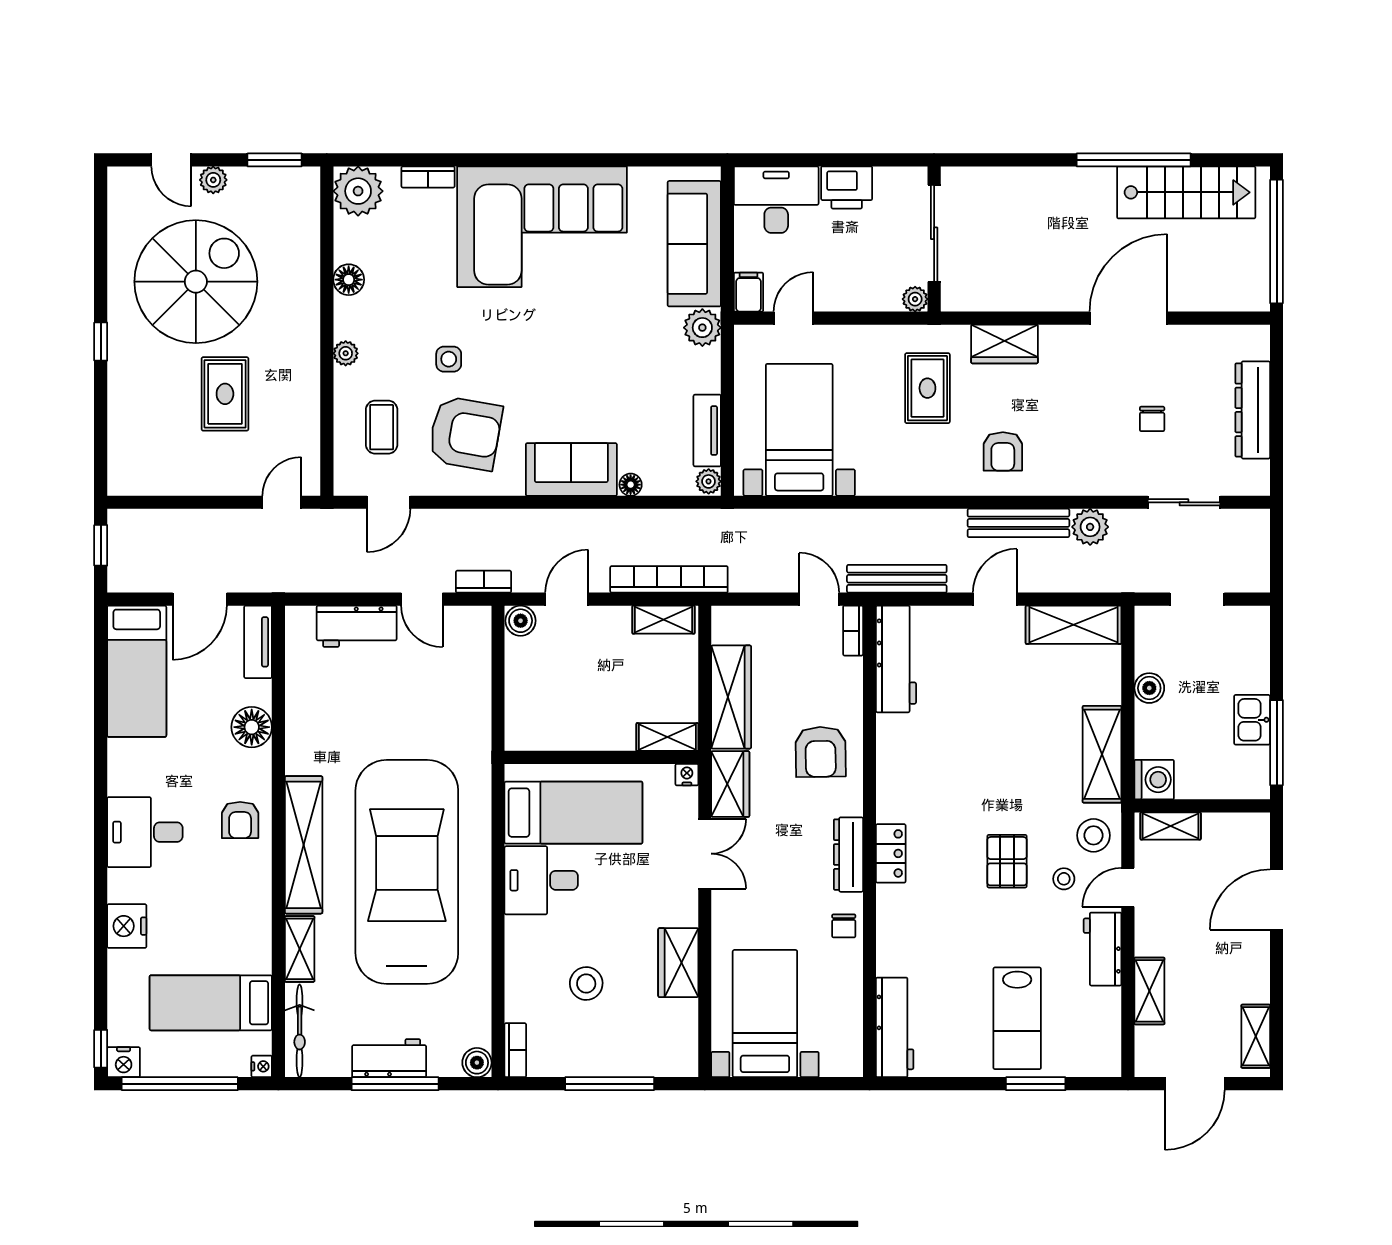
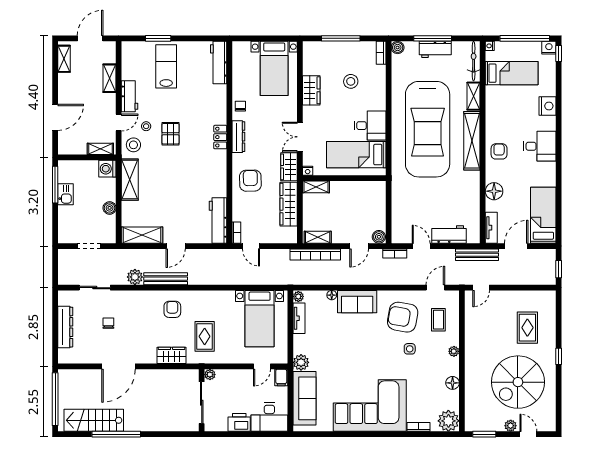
rug: (225, 394) -> (527, 328), moved
bench: (897, 579) -> (477, 255), moved

